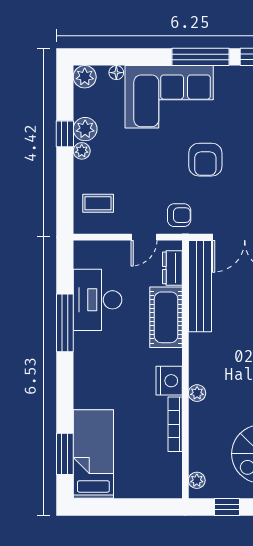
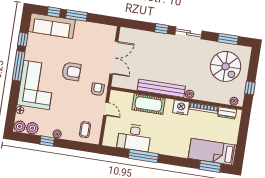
plant: (85, 129) -> (32, 128), moved
dresser: (172, 268) -> (227, 113), moved
bench: (200, 286) -> (161, 88), moved

